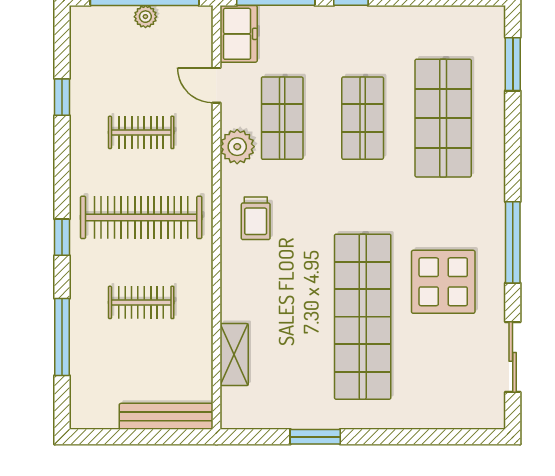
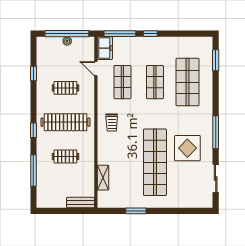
plant: (237, 147) -> (104, 94), removed
bench: (166, 416) -> (81, 203), width x0.73

